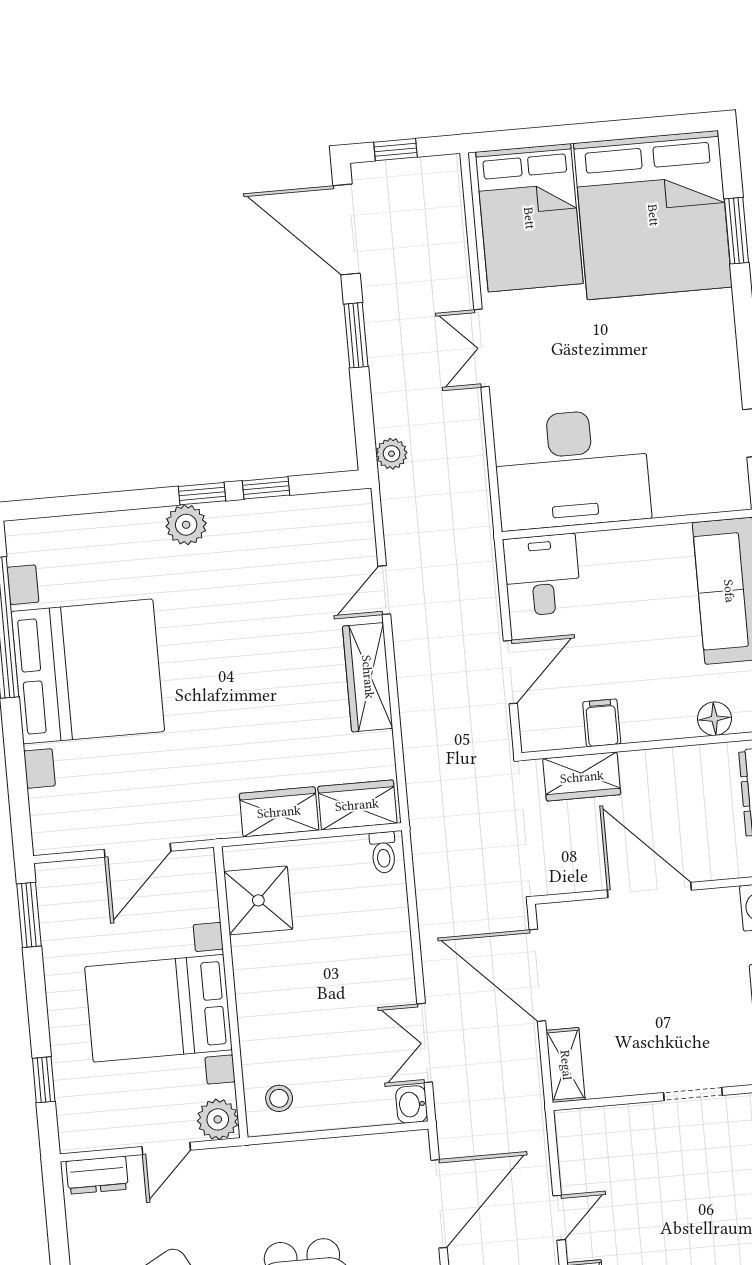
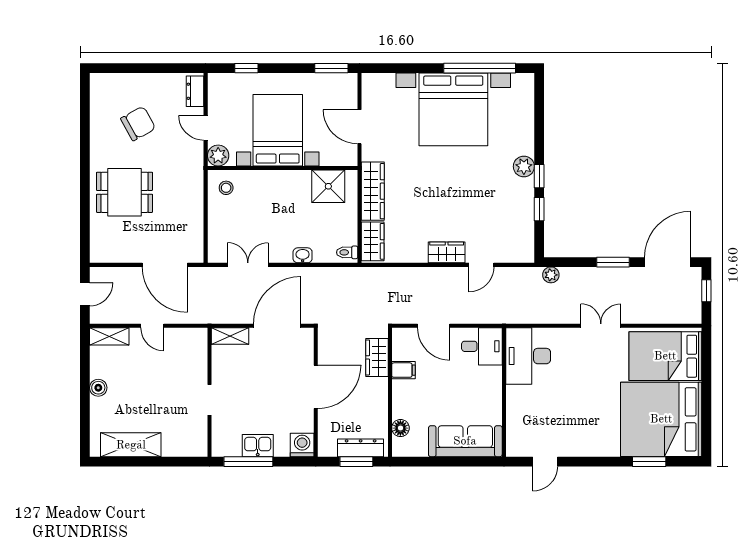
desk: (572, 469) -> (528, 356), width x0.73, depth x0.77
door: (384, 590) -> (481, 265), swing flipped
wardrobe: (368, 677) -> (447, 252), width x0.67
wardrobe: (279, 812) -> (373, 191), width x1.50
washbasin: (412, 1104) -> (303, 255), moved

